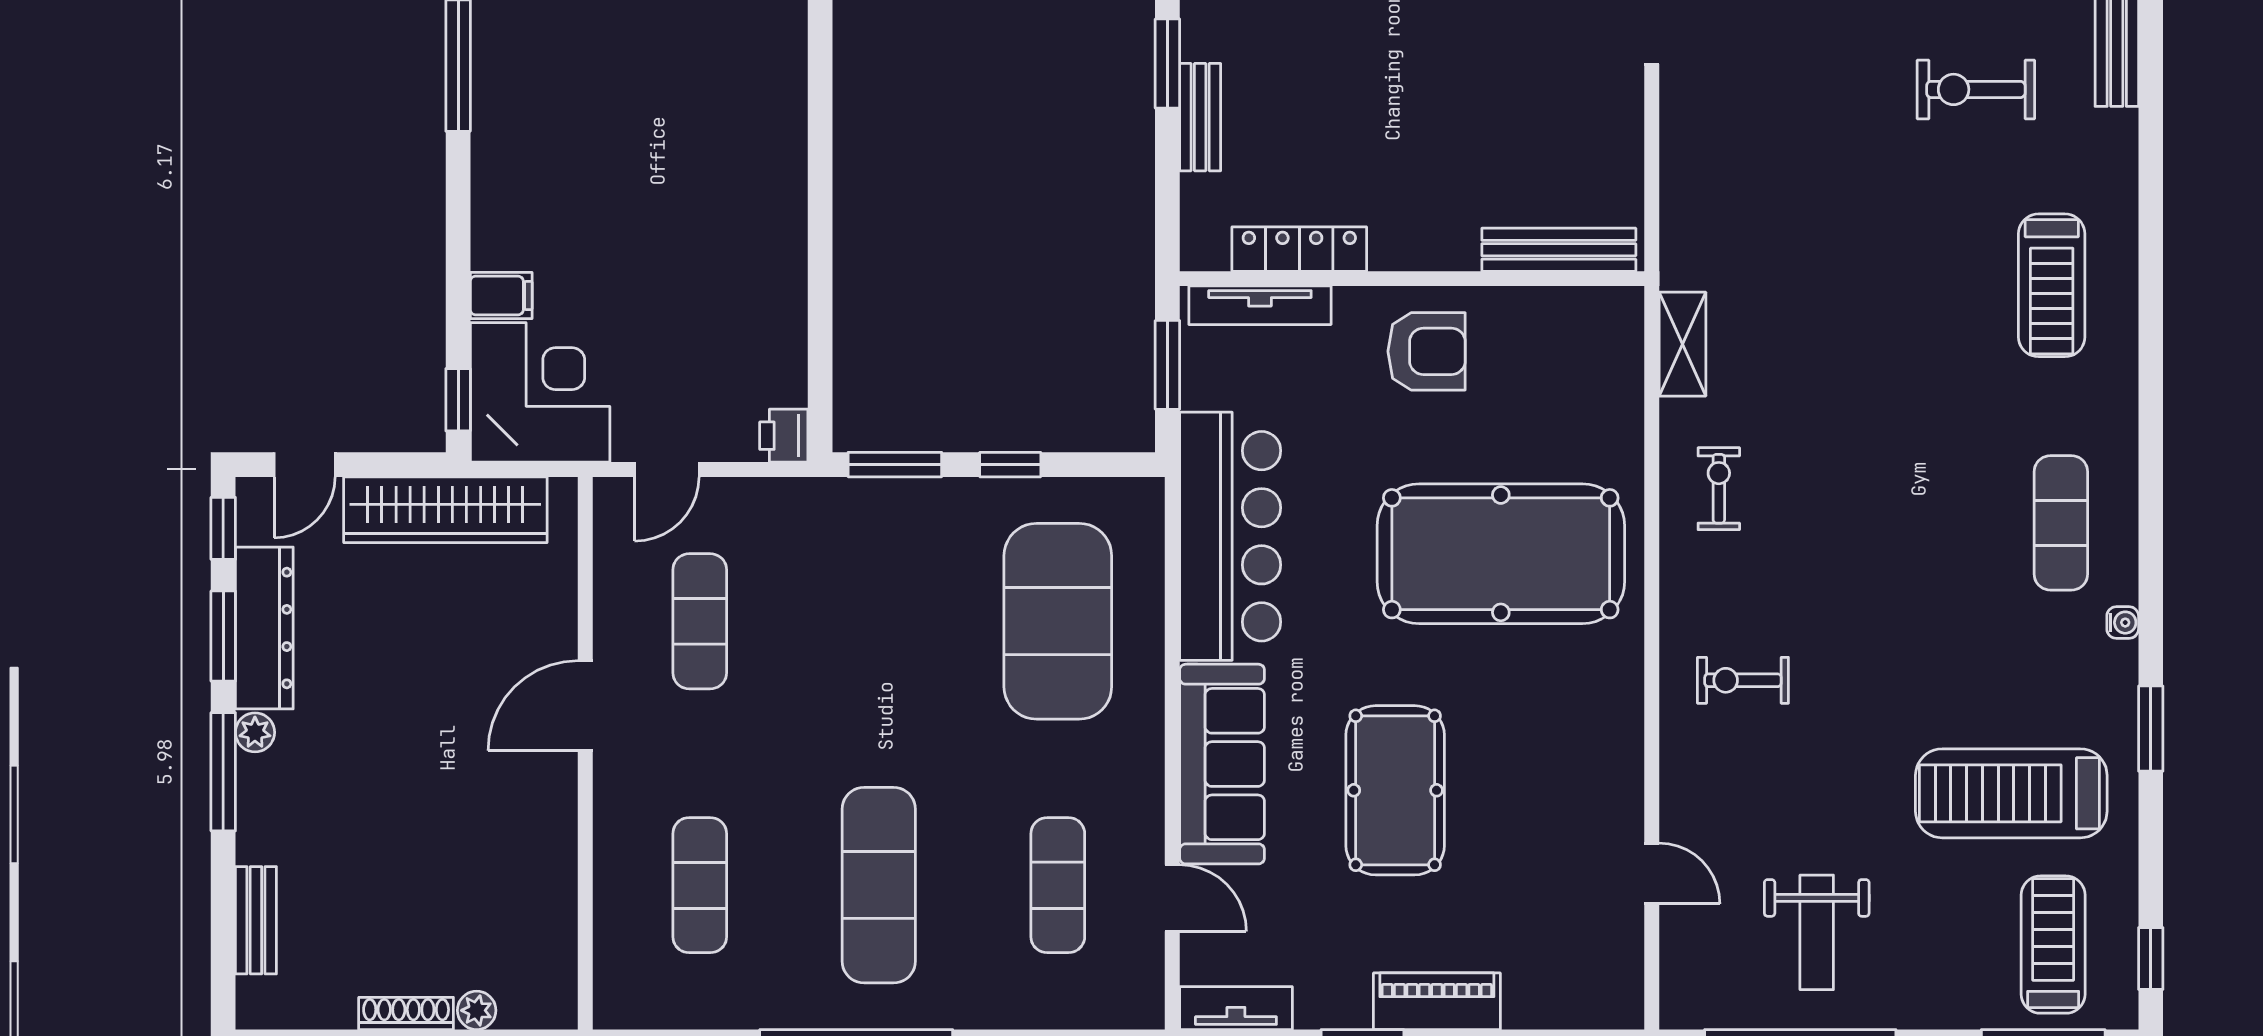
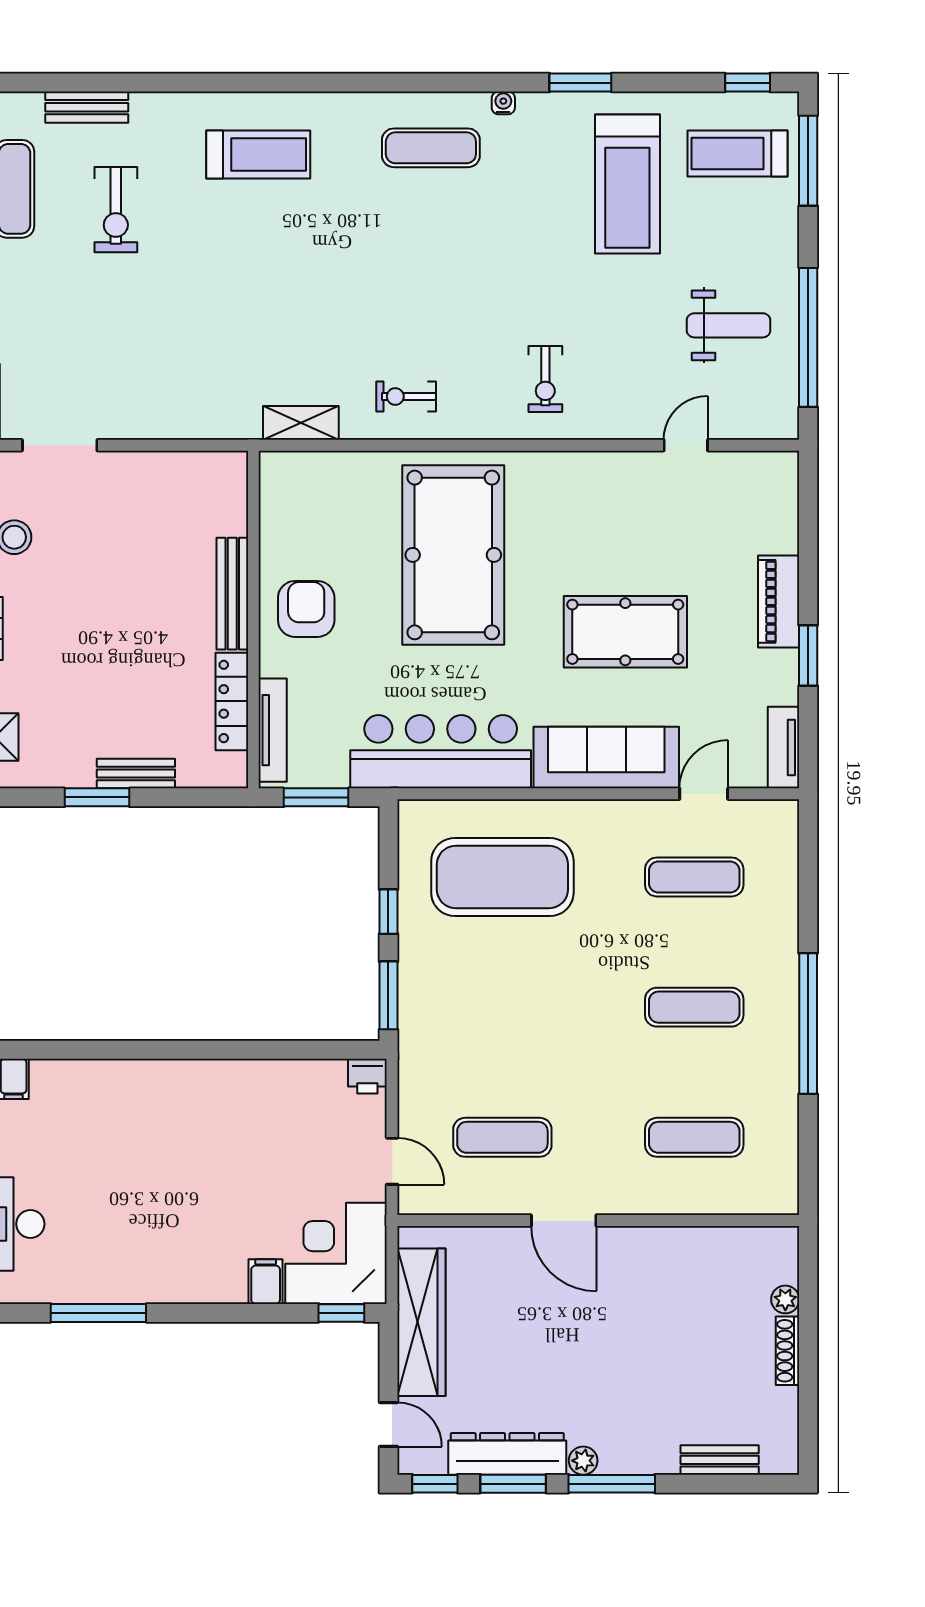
bench: (1559, 250) -> (232, 594), moved
exercise mat: (879, 885) -> (694, 1007), width x0.73, depth x0.69

